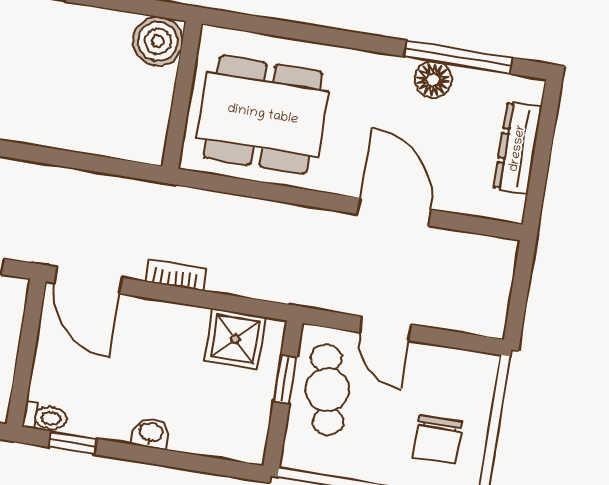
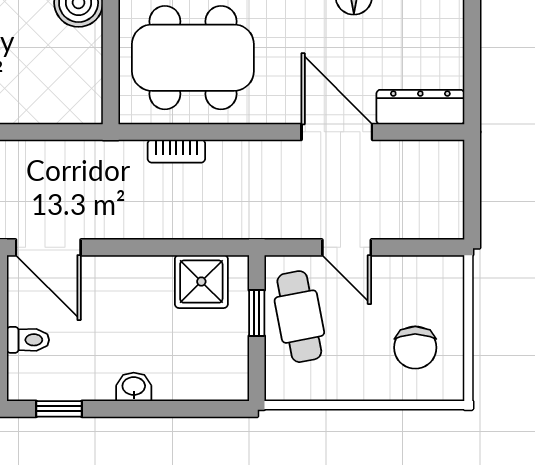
dresser: (518, 148) -> (420, 107), moved, turned 90
bookcase: (176, 275) -> (176, 151), moved, turned 180
toilet: (45, 417) -> (28, 340), moved

